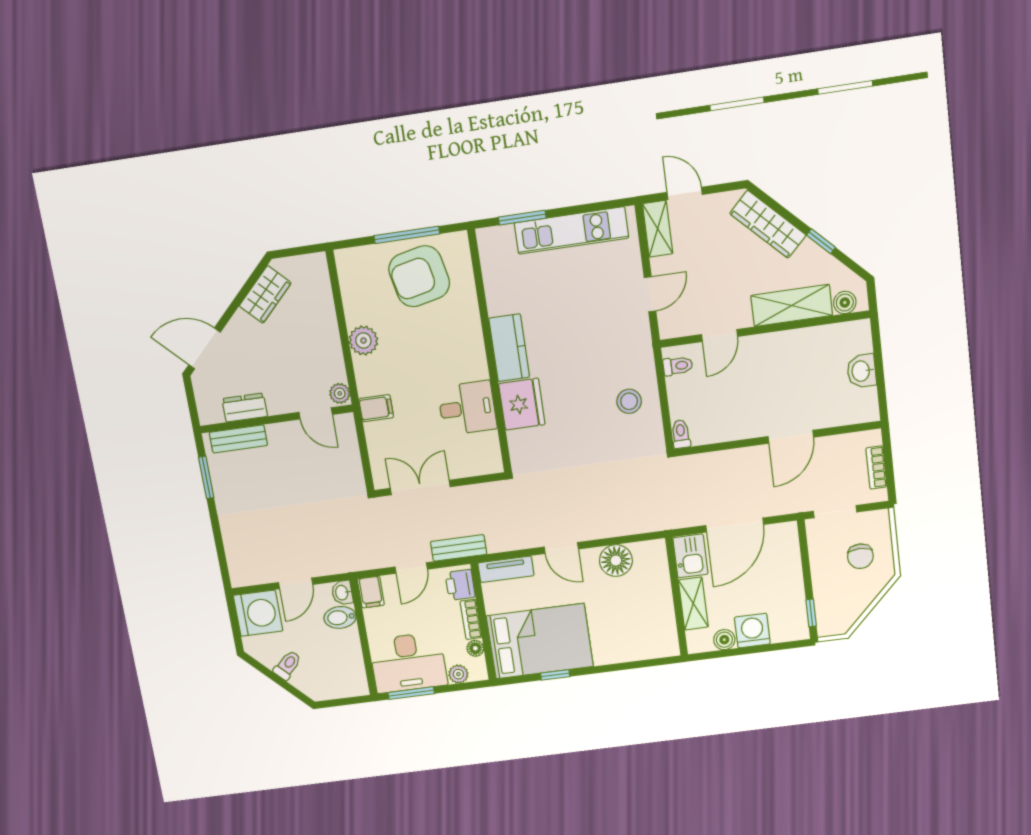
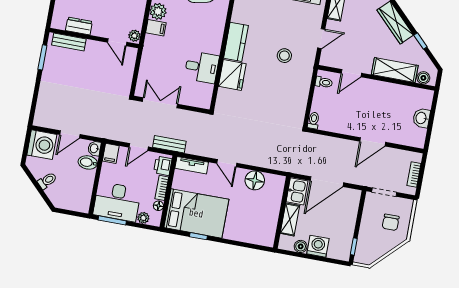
stool: (629, 401) -> (284, 56), moved
filing cabinet: (376, 408) -> (156, 28), moved

